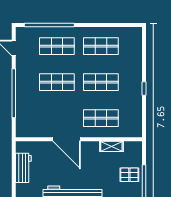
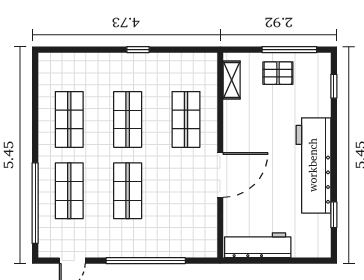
shelving: (111, 146) -> (232, 80), moved
workbench: (23, 168) -> (258, 245), width x1.38
pallet: (129, 175) -> (278, 73), turned 90

